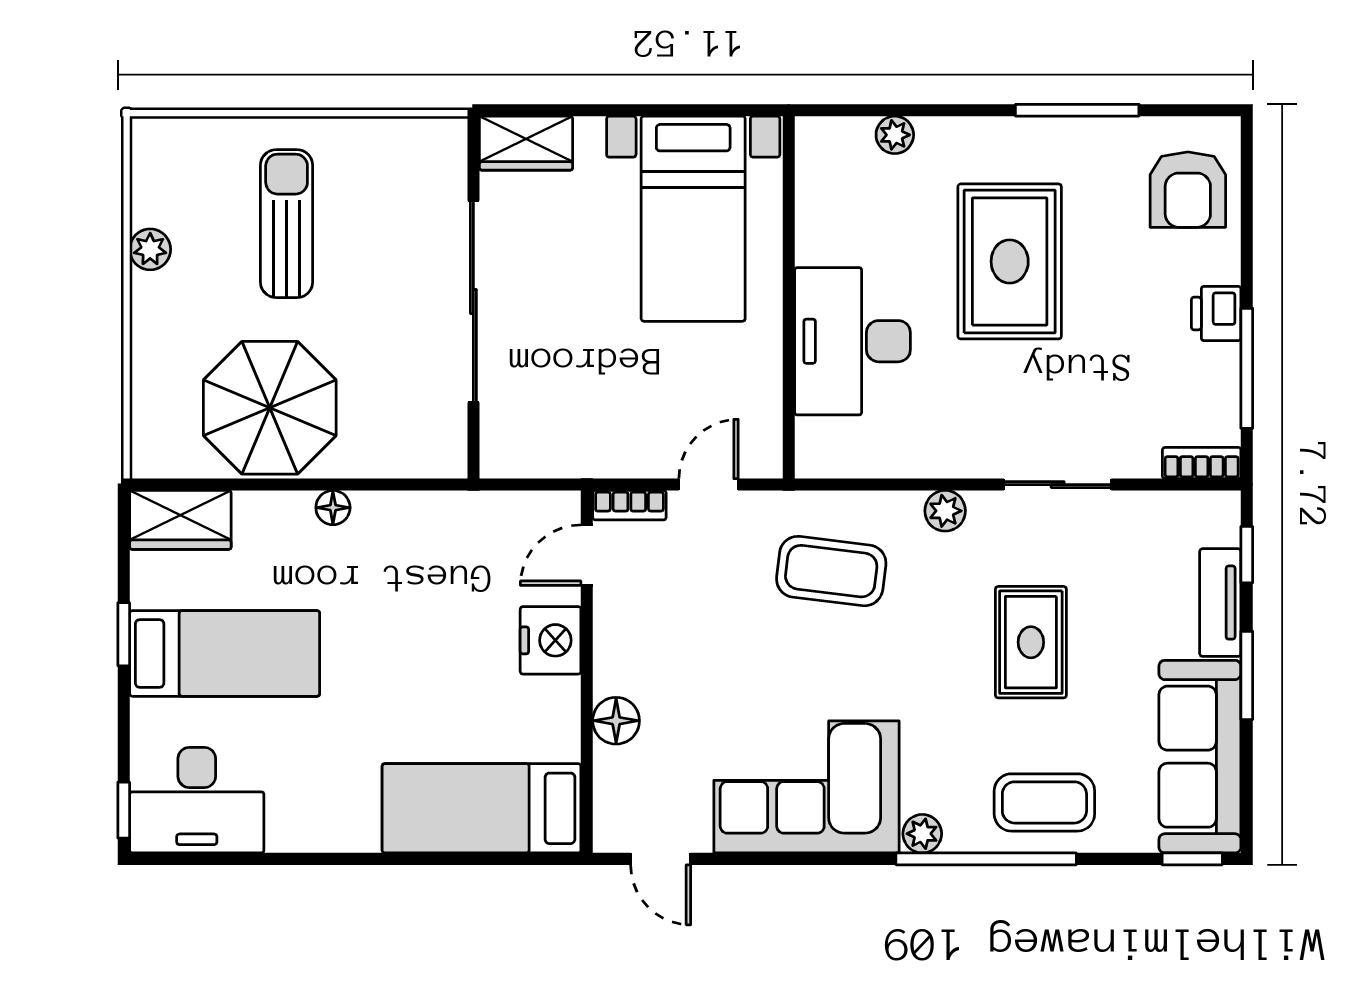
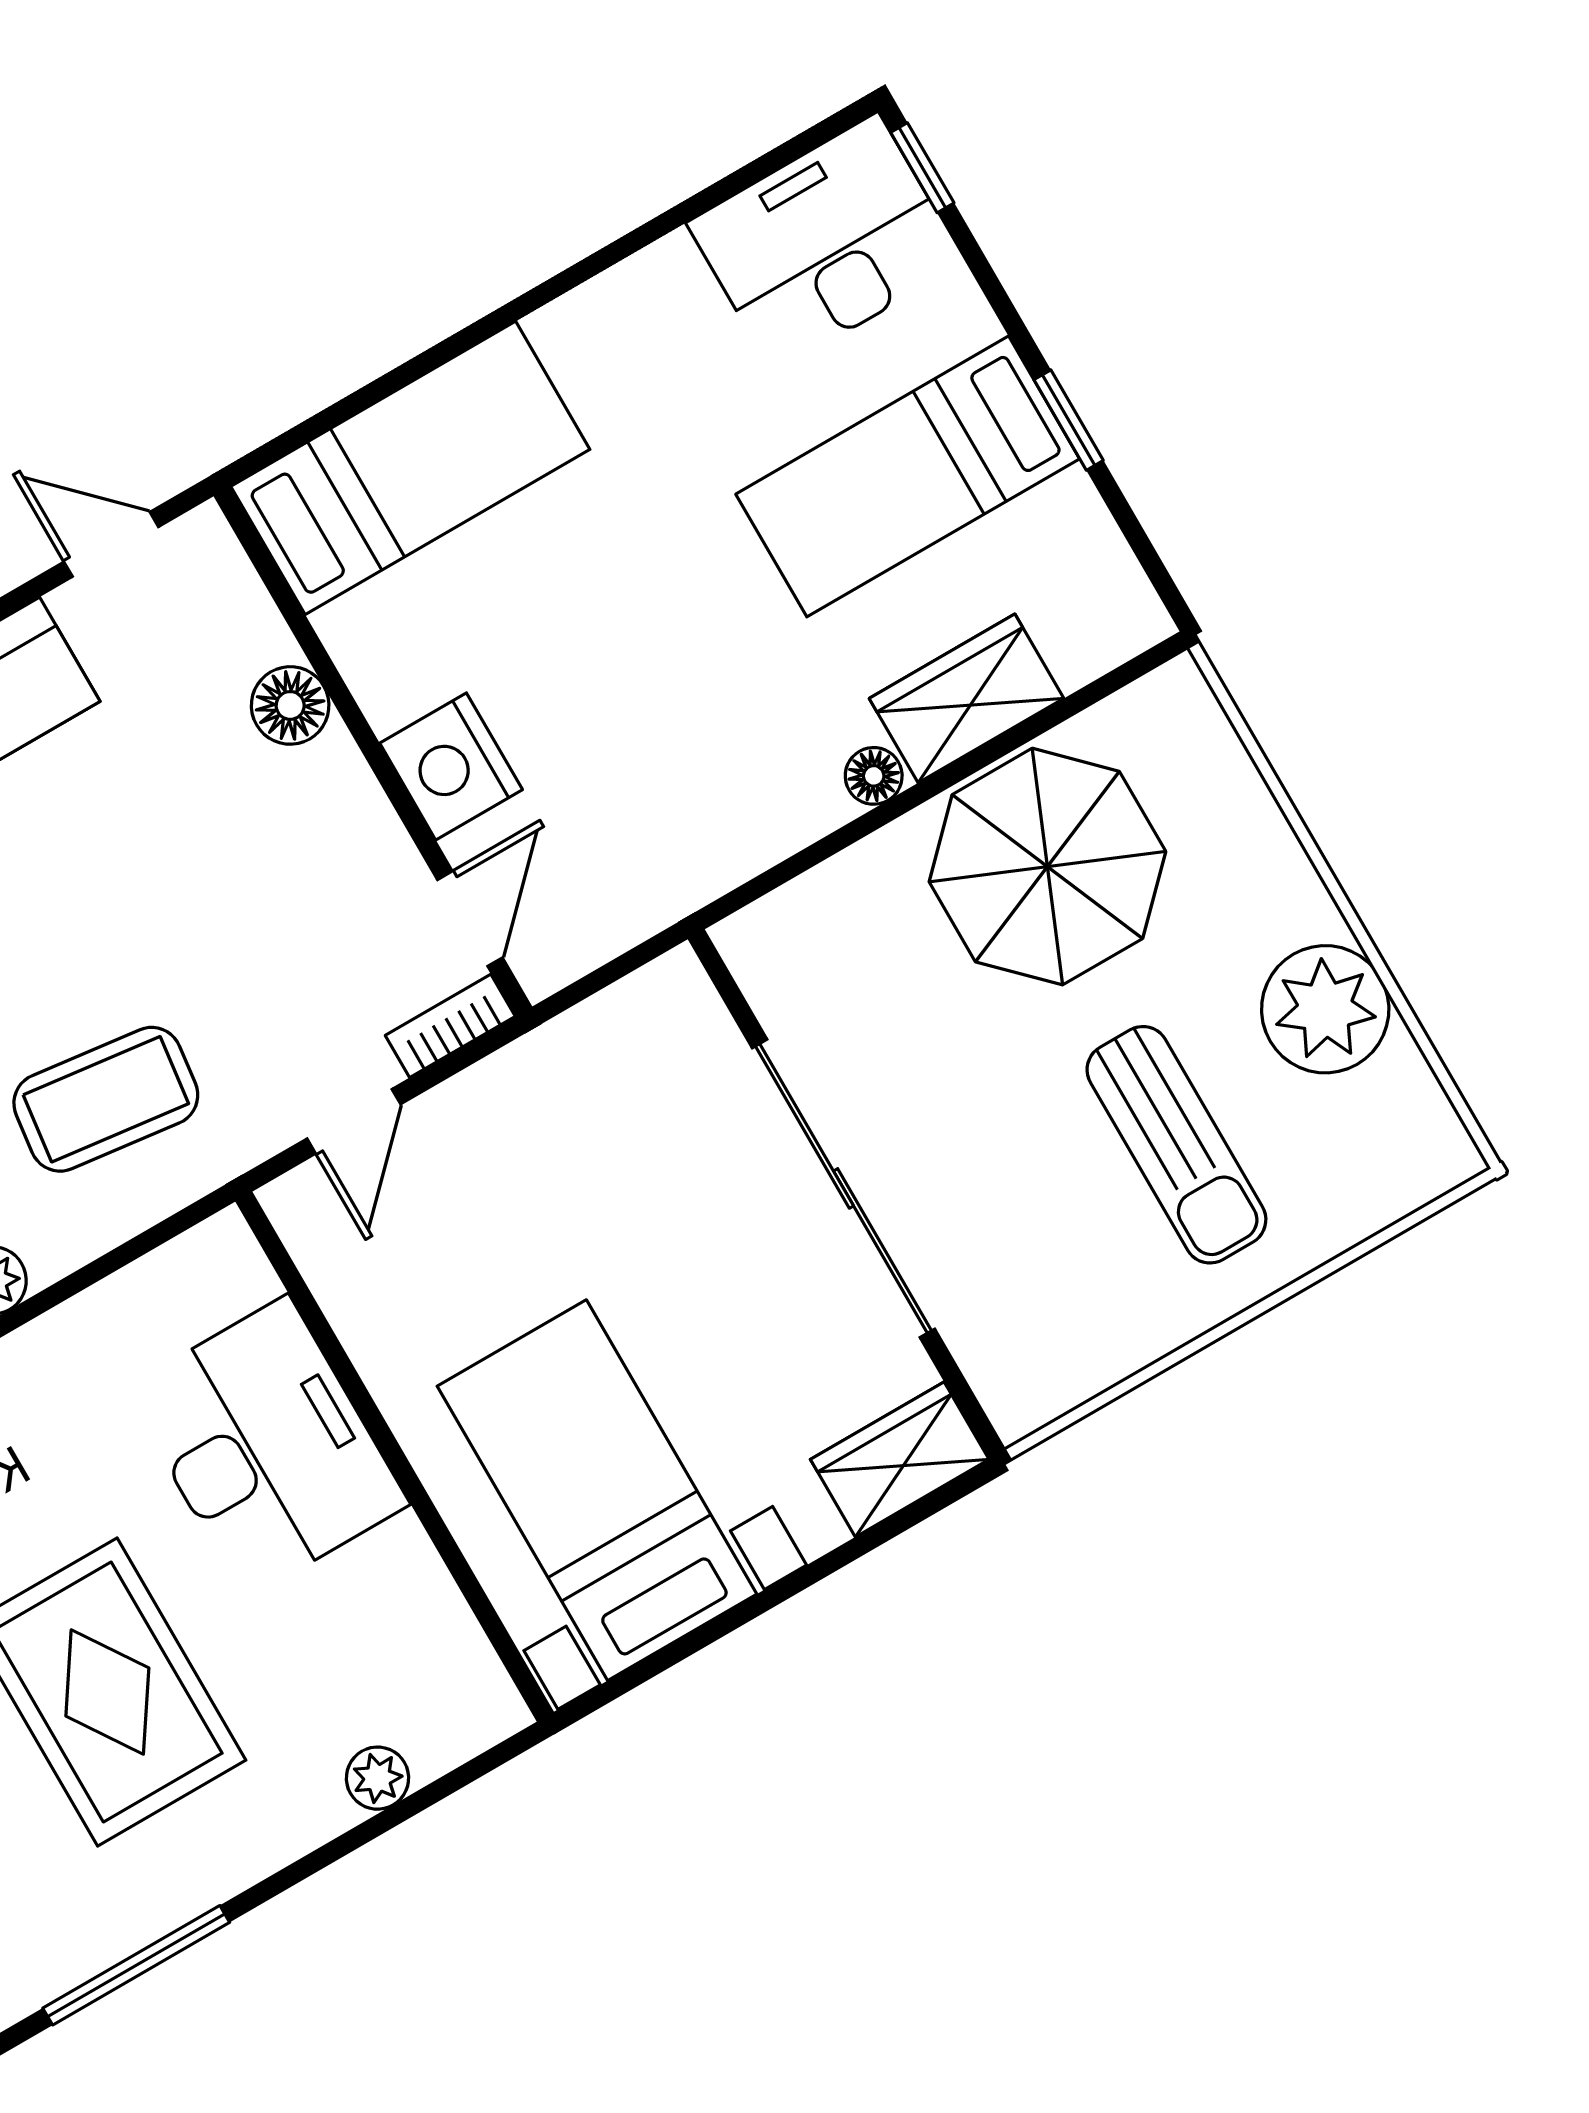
plant: (150, 249) -> (1325, 1009), width x1.88, depth x1.88
wardrobe: (180, 520) -> (966, 698), moved

